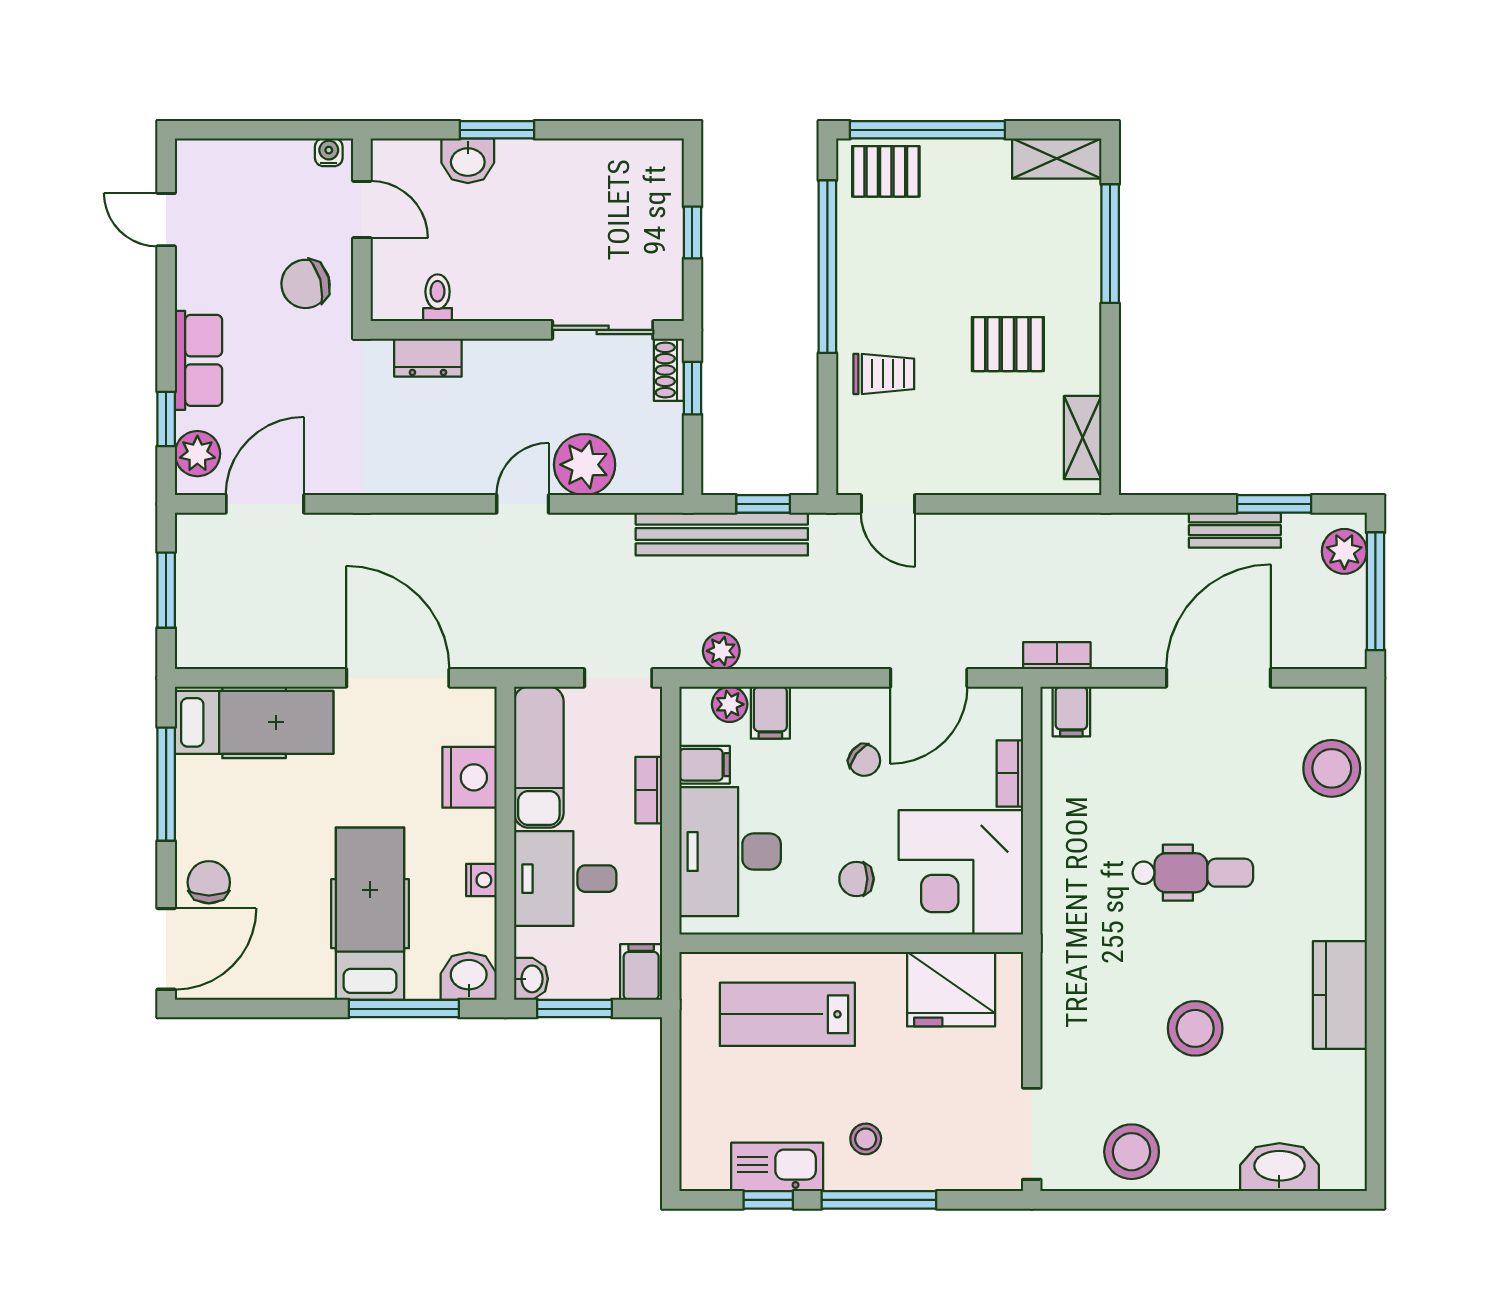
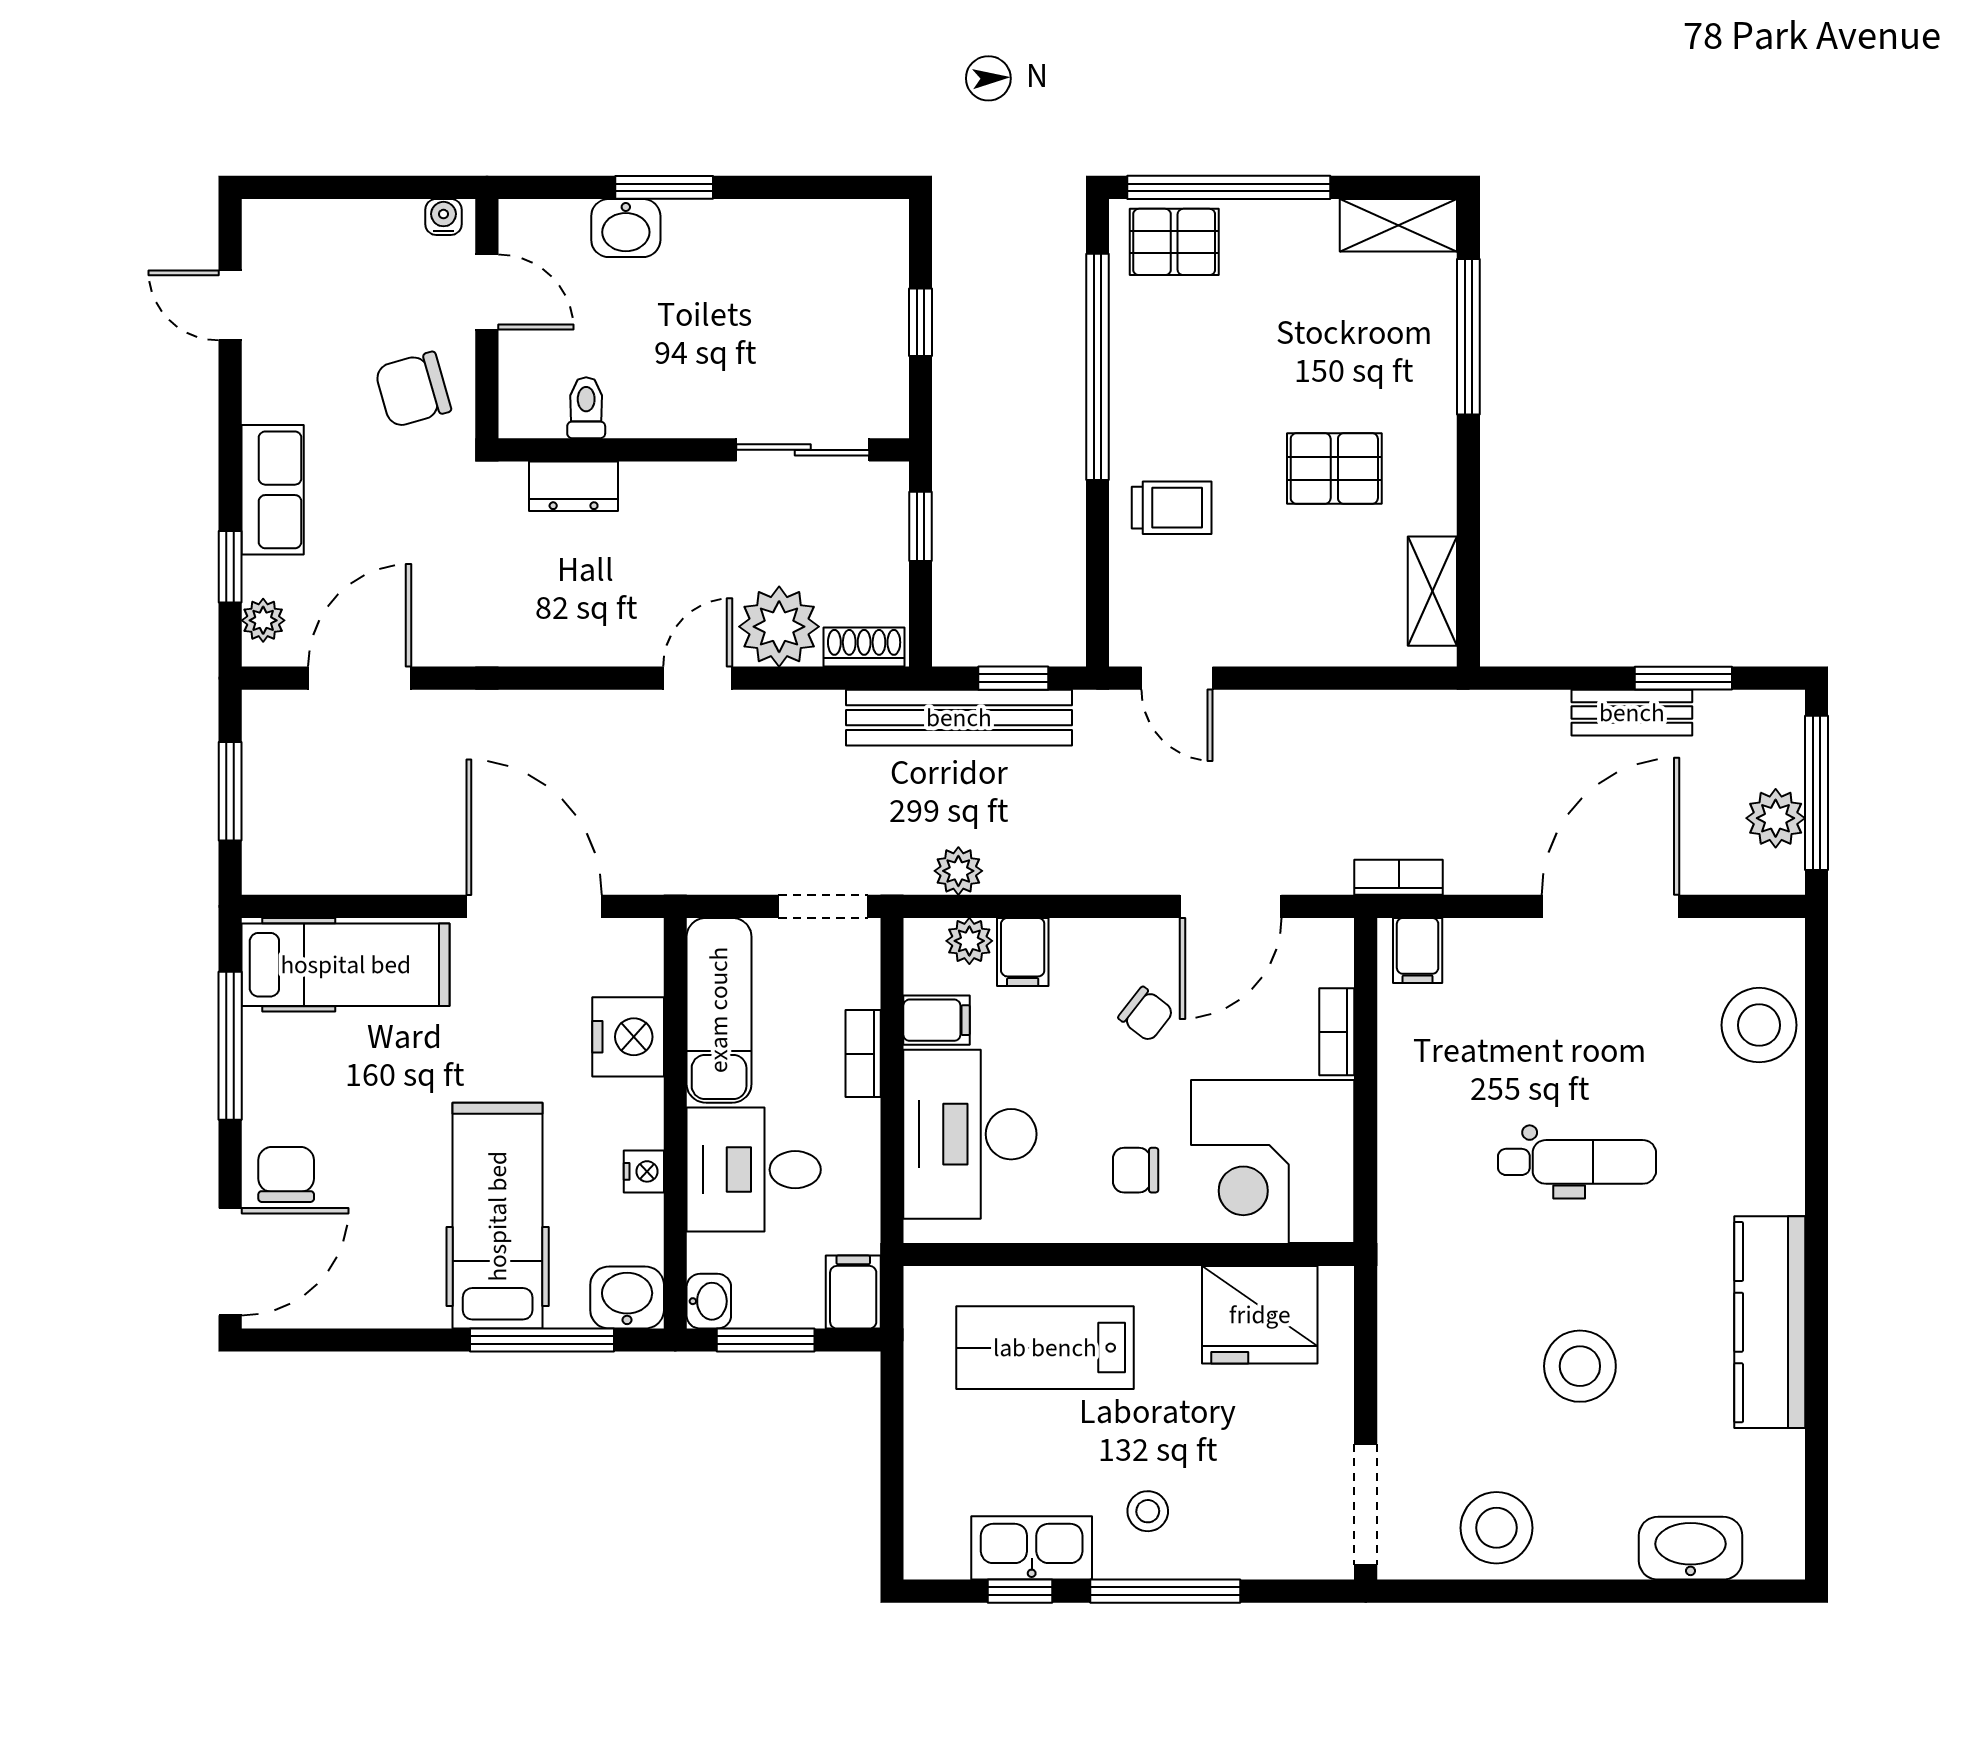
shoe rack: (669, 370) -> (864, 647), moved, turned 90
plant: (197, 454) -> (263, 620), width x0.73, depth x0.73
plant: (1344, 551) -> (1776, 818), moved
kitchen counter: (1340, 995) -> (1770, 1322), width x1.50

